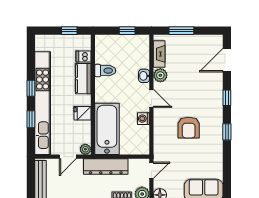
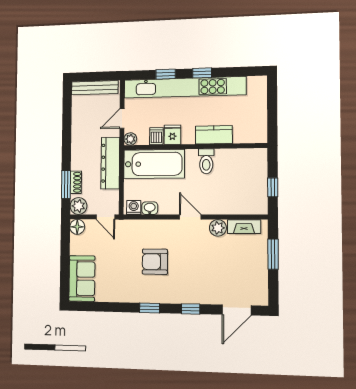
window: (69, 31) -> (272, 117), removed
dishwasher: (83, 57) -> (156, 136), moved
door: (227, 60) -> (237, 310), swing flipped
toilet: (105, 71) -> (206, 161), moved
washbasin: (144, 76) -> (150, 208), moved
door: (151, 98) -> (190, 217), swing flipped
washing machine: (144, 119) -> (134, 207), moved
door: (68, 157) -> (122, 118), hinge flipped

